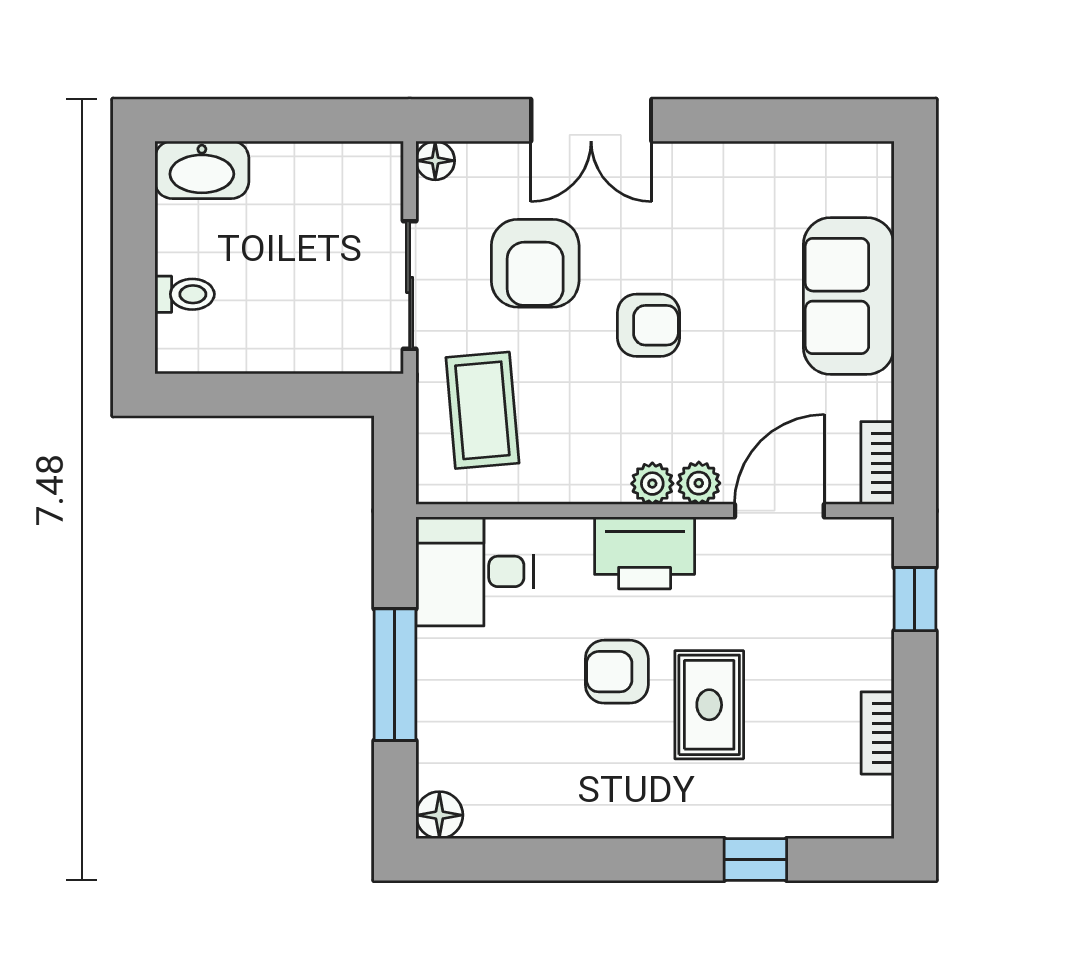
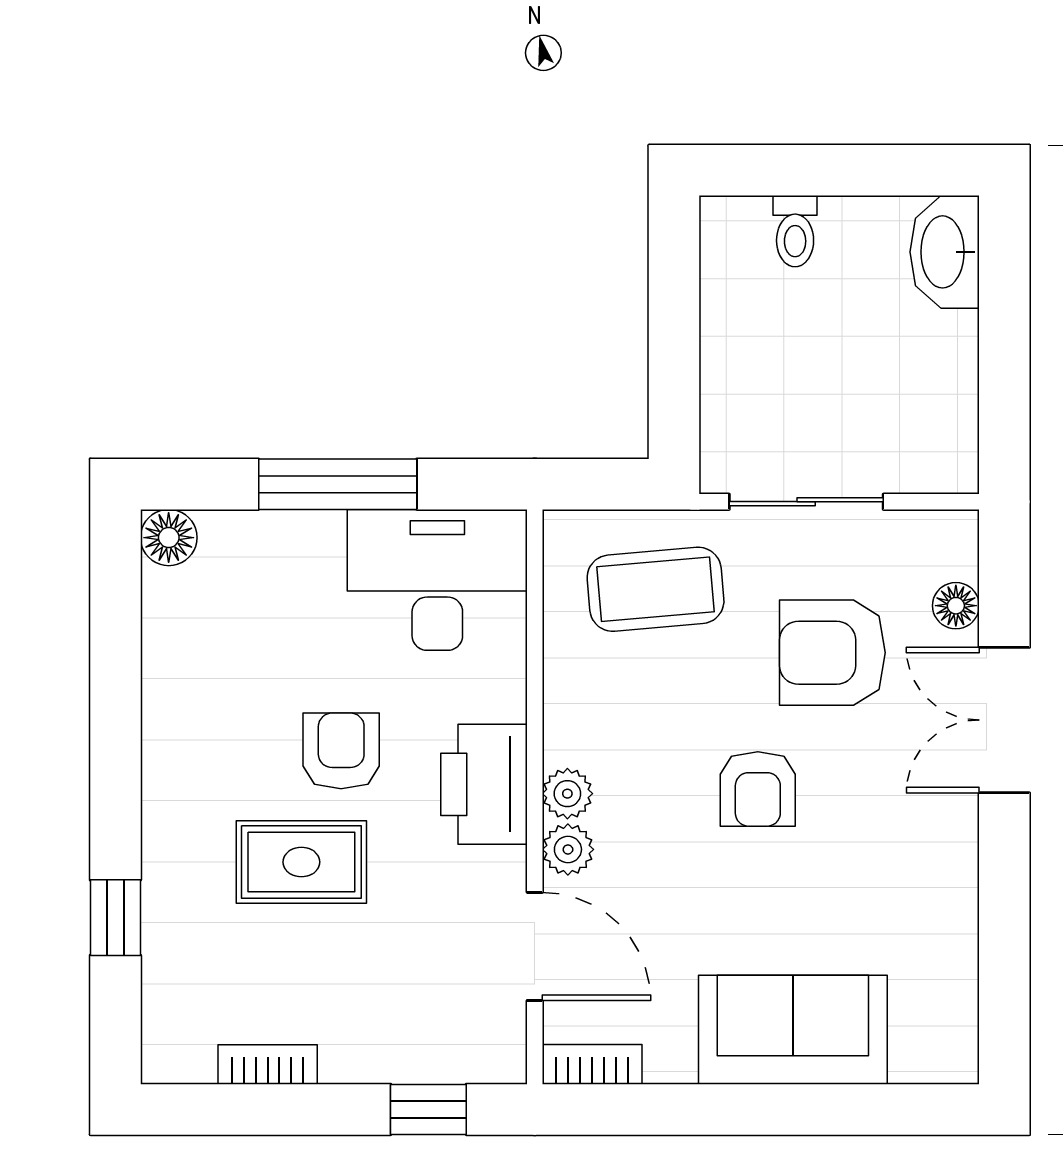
floor lamp: (435, 161) -> (956, 606), moved
desk: (475, 571) -> (437, 580), width x1.37

